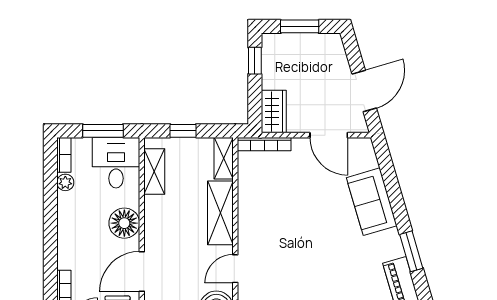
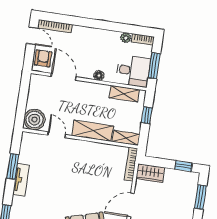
floor lamp: (124, 223) -> (99, 76), width x0.53, depth x0.53

